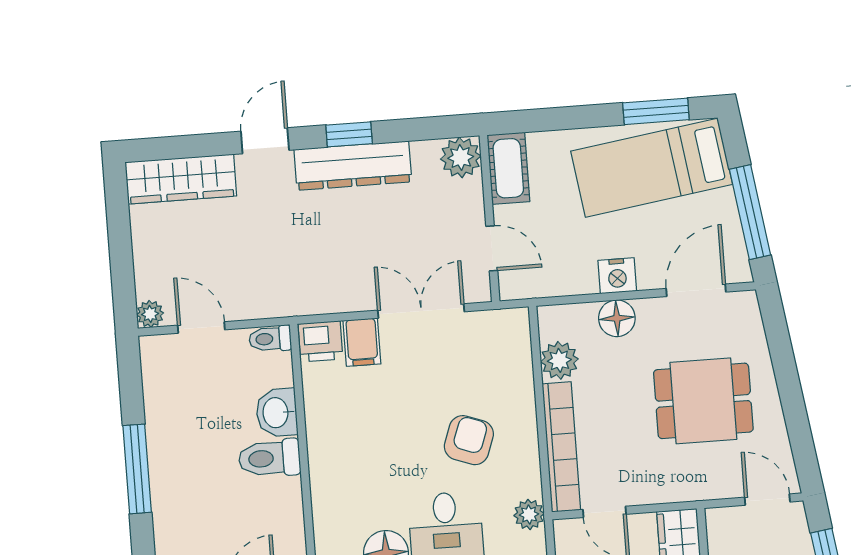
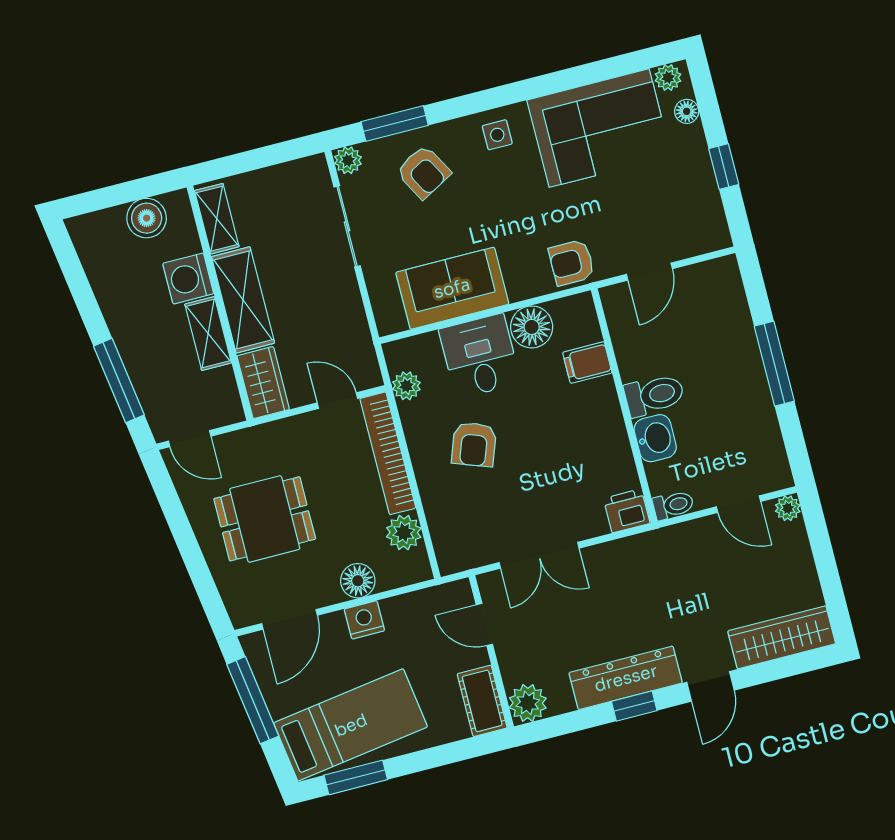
filing cabinet: (362, 342) -> (587, 363), moved, turned -90

